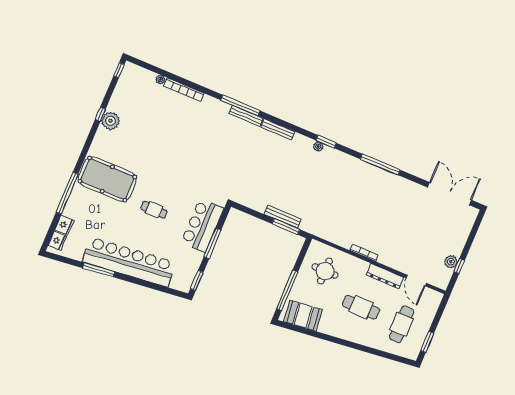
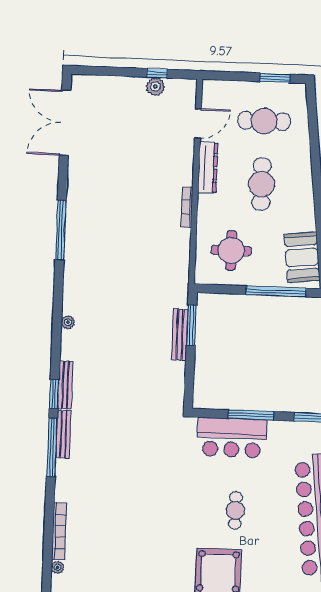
window: (326, 142) -> (54, 394), moved

